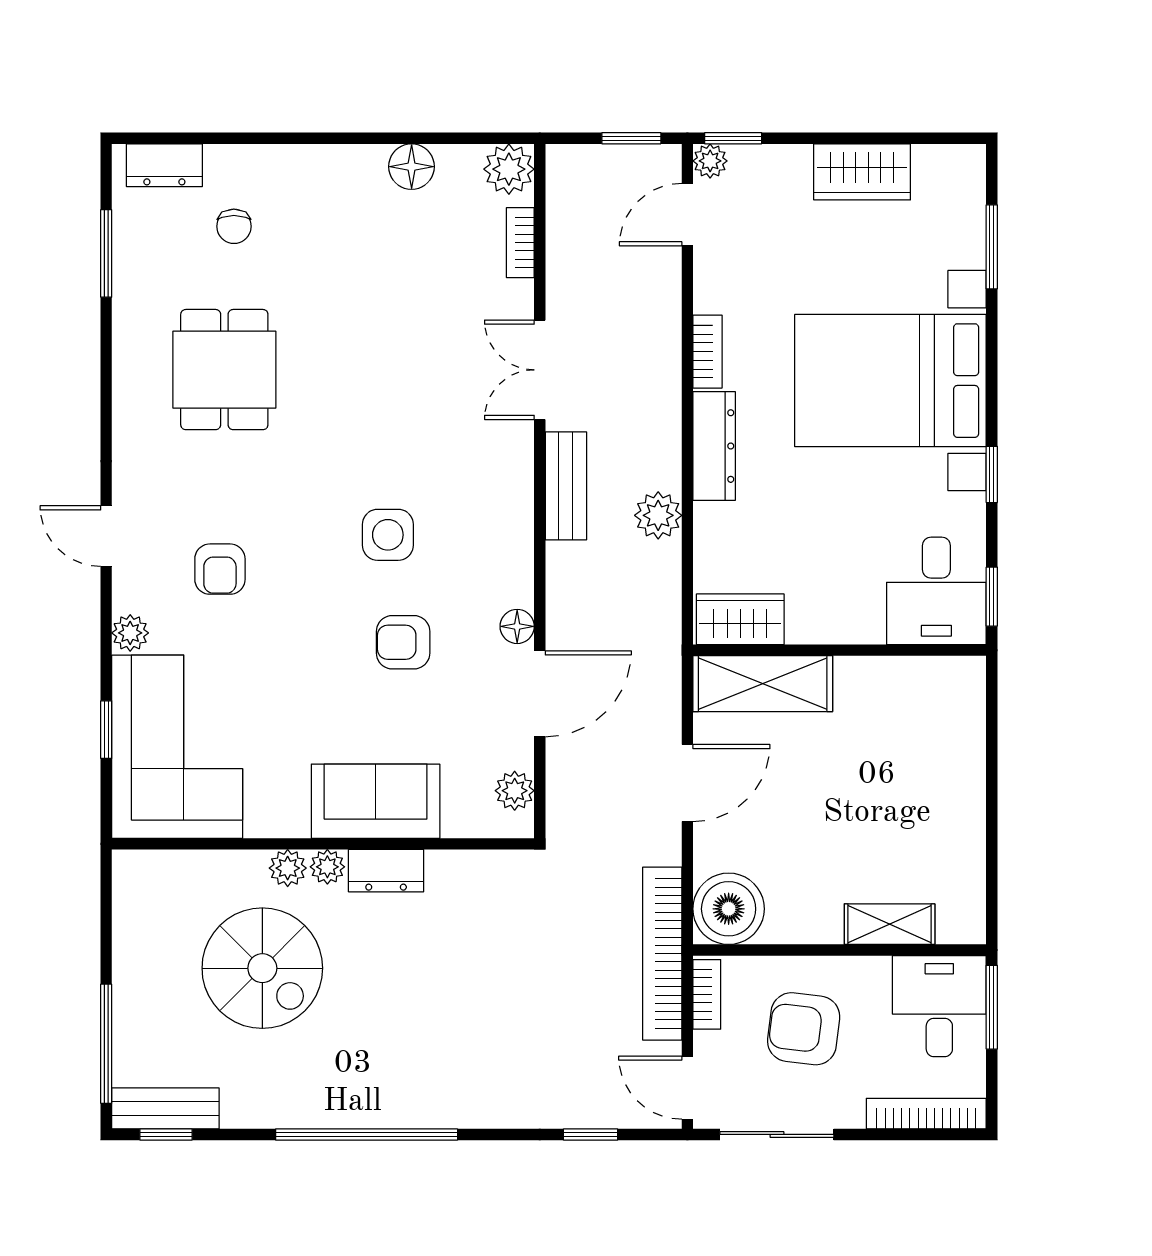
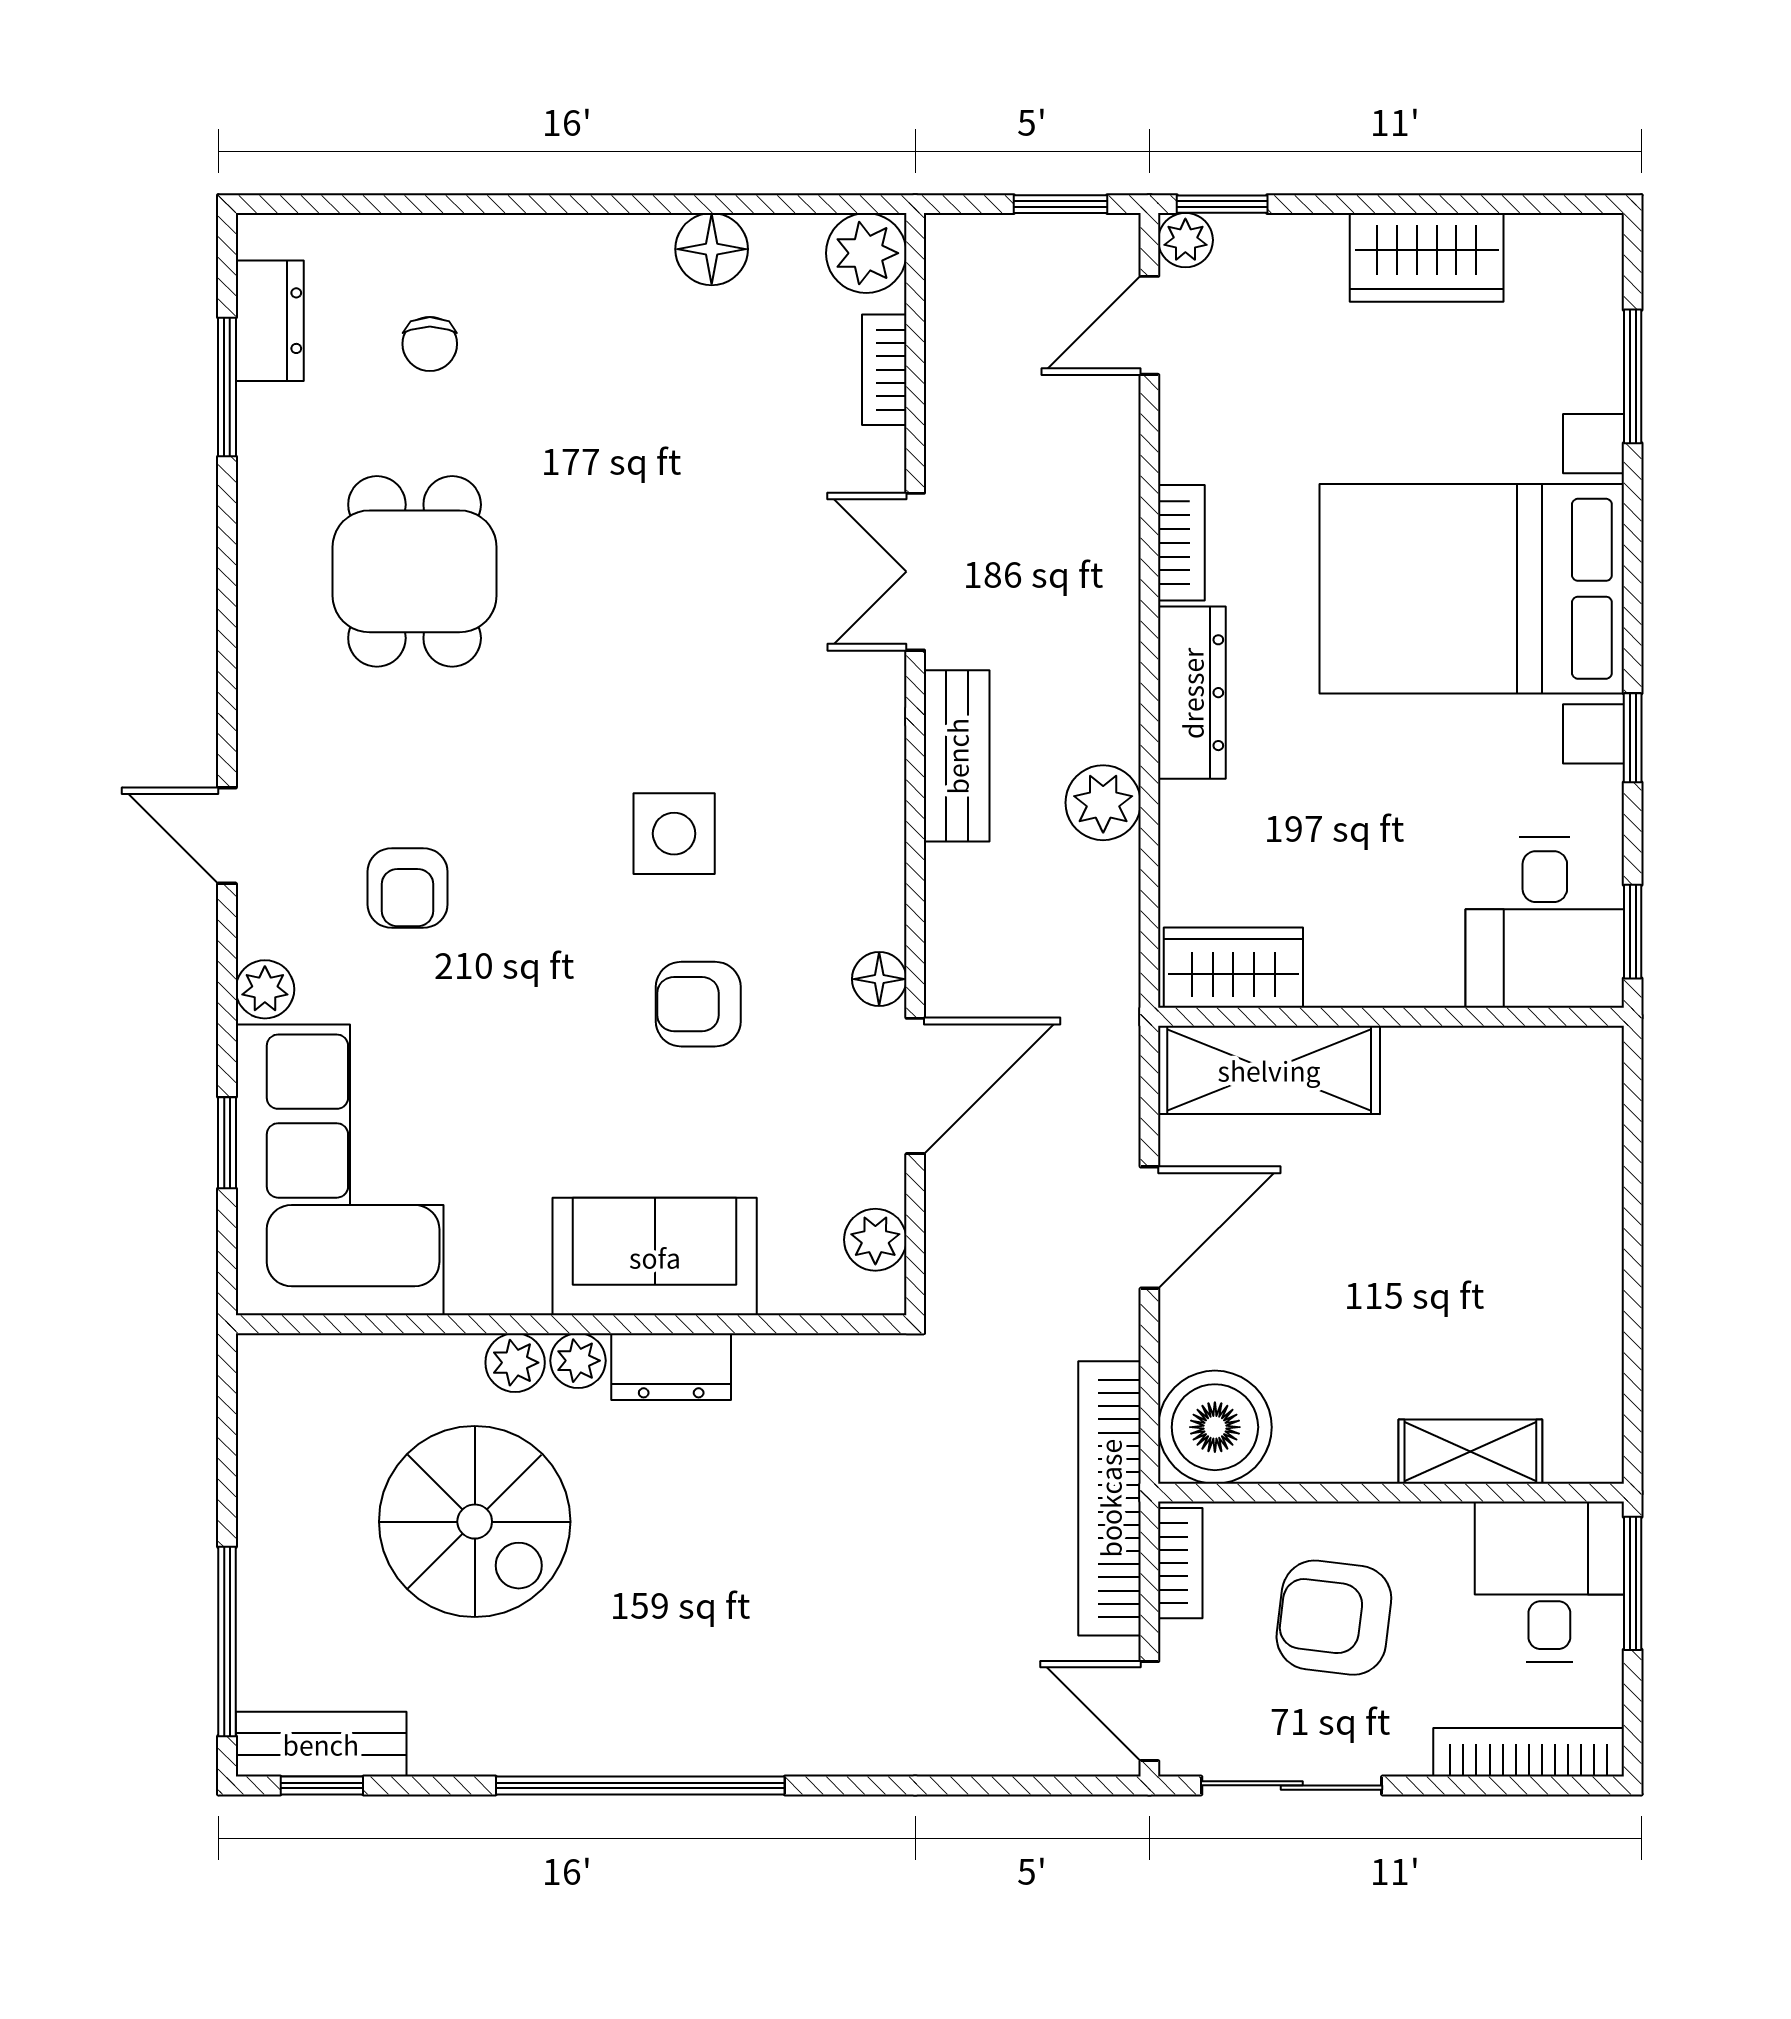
dresser: (164, 165) -> (270, 321), moved, turned -90
window: (591, 1134) -> (996, 1785), removed

